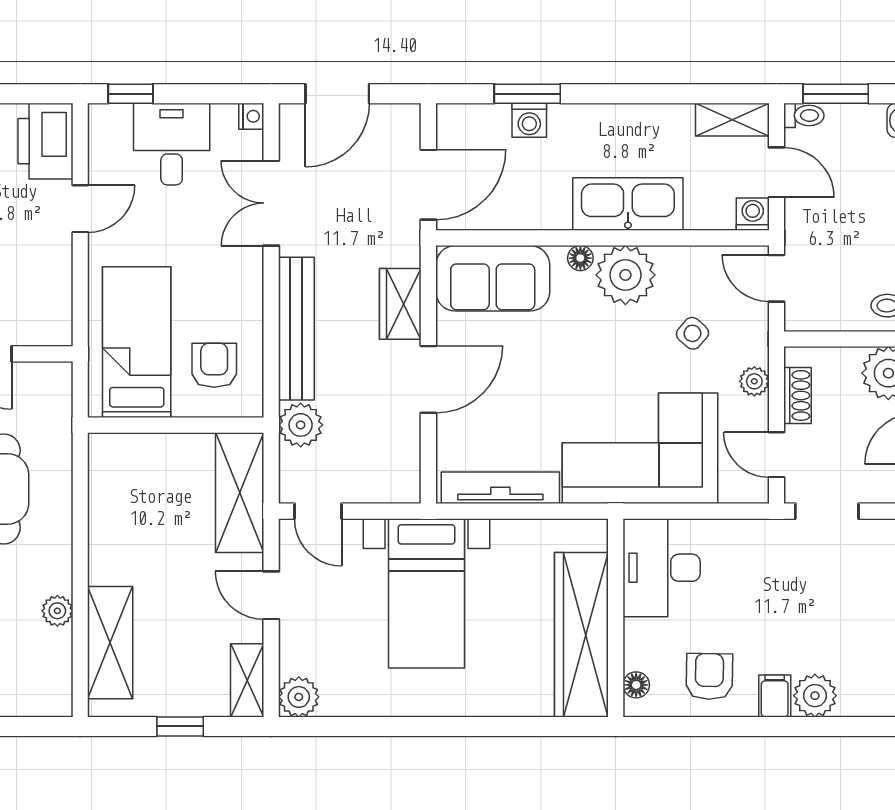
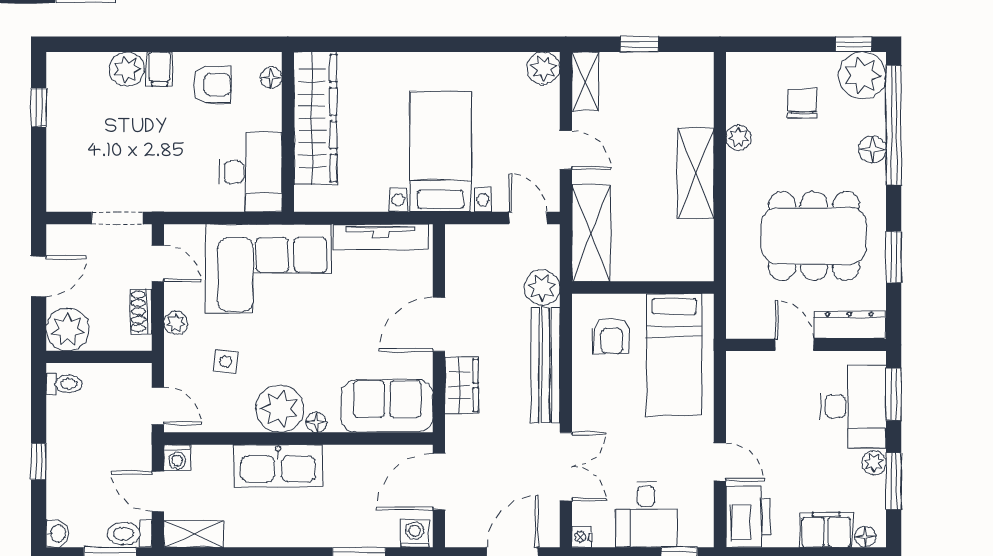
toilet: (804, 115) -> (130, 534), width x1.37, depth x1.39
washing machine: (529, 120) -> (415, 533), moved
door: (80, 209) -> (720, 462), swing flipped
side table: (692, 333) -> (226, 362), turned -35
shelving: (110, 643) -> (696, 174), moved
armchair: (709, 676) -> (212, 85), turned -91

